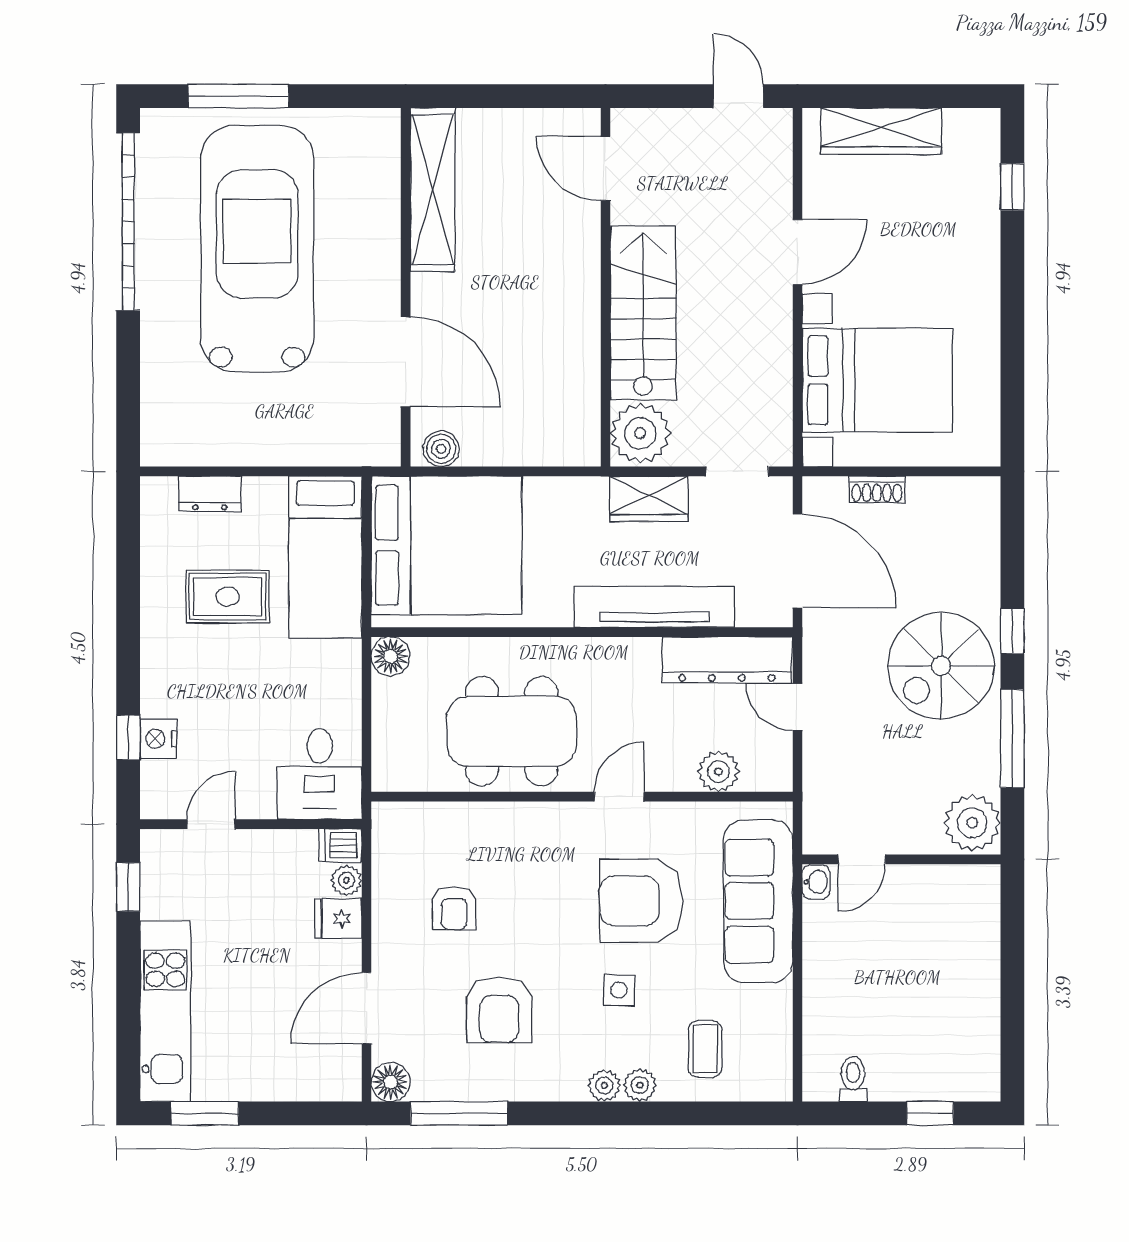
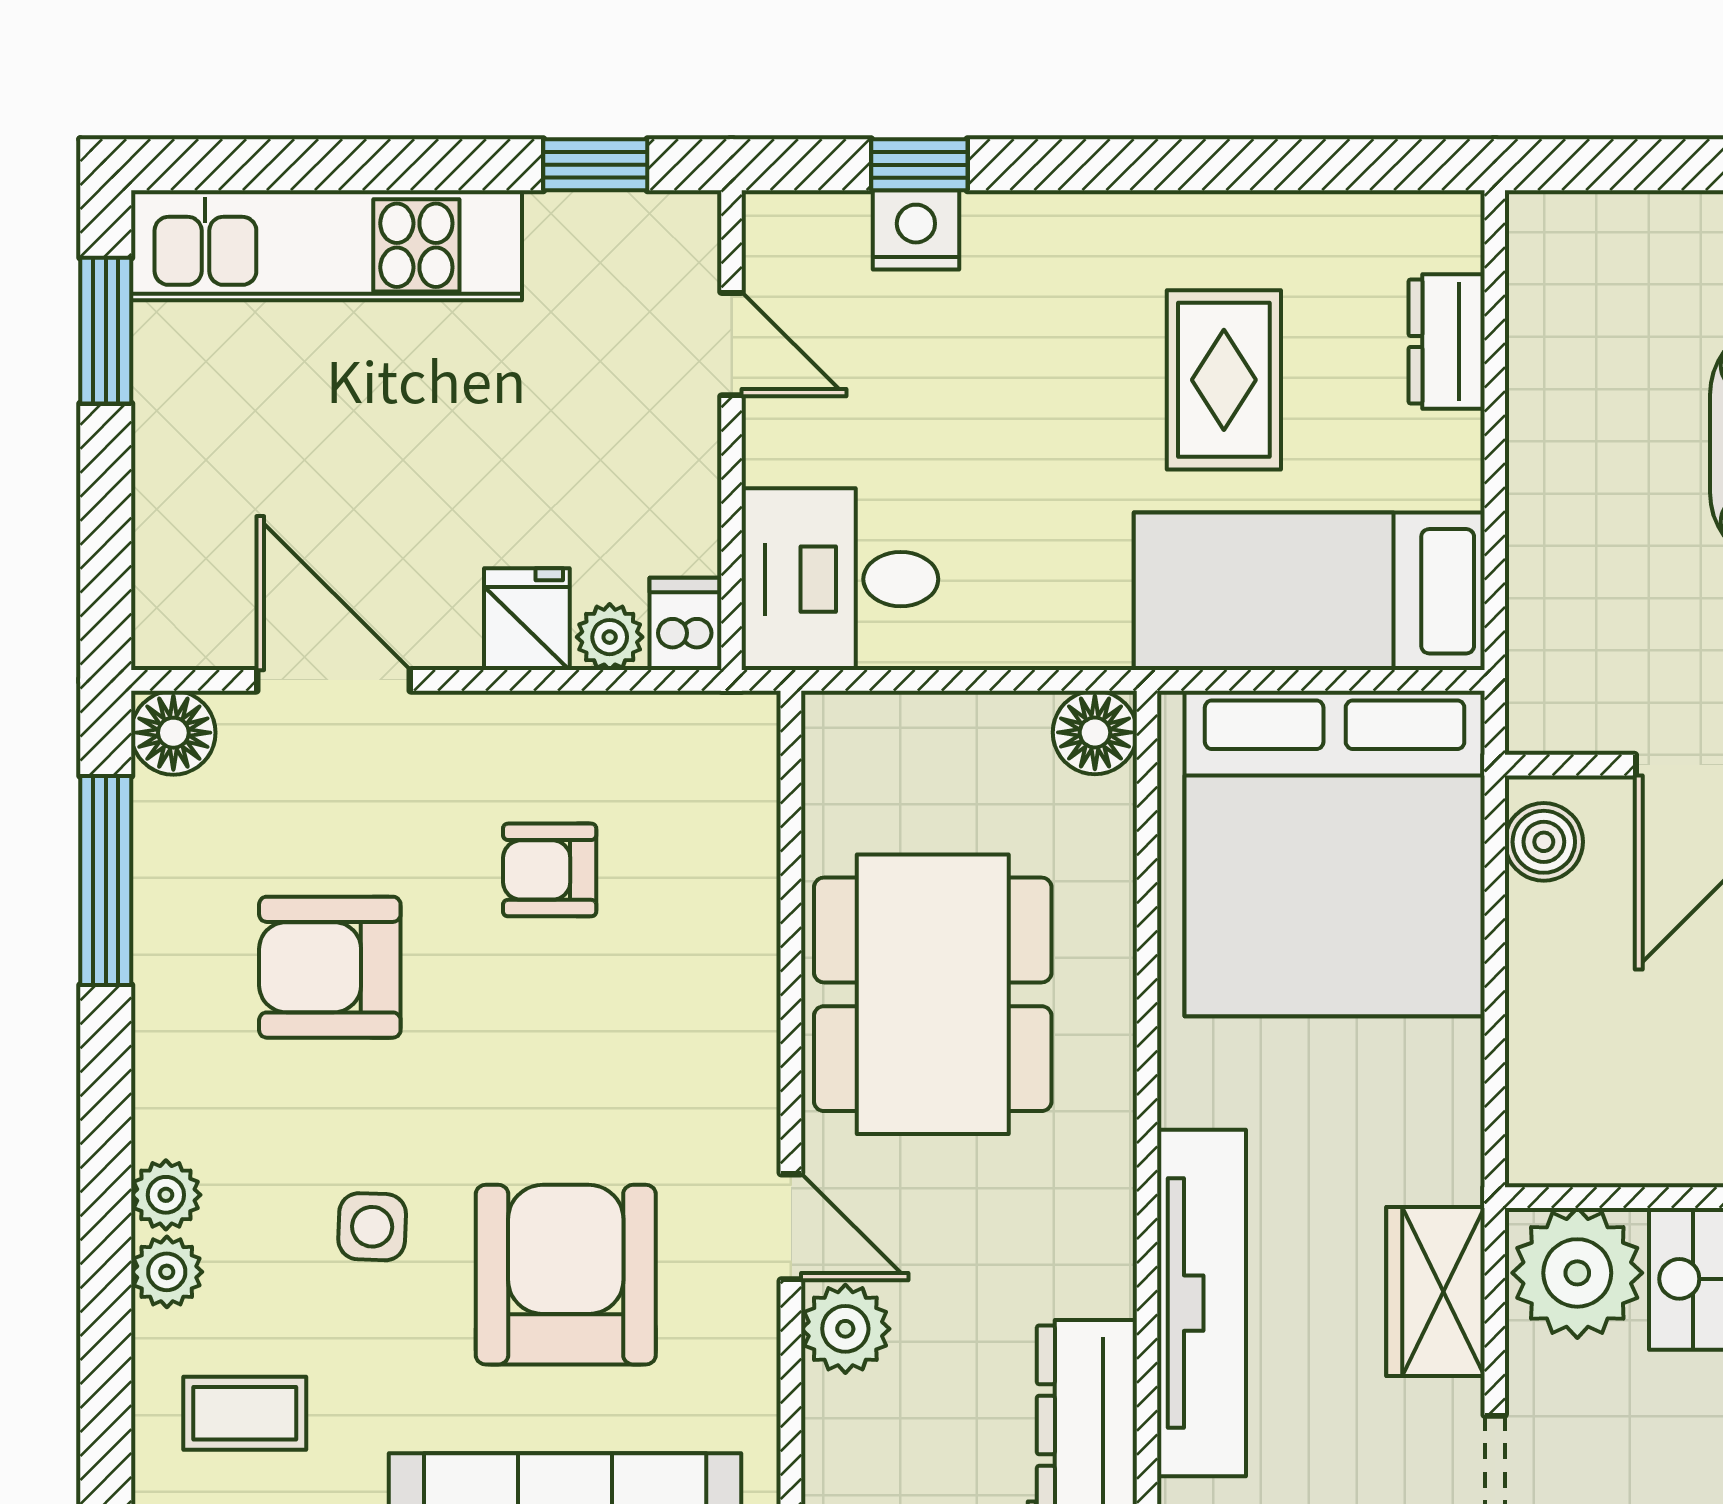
plant: (718, 772) -> (845, 1329), moved

